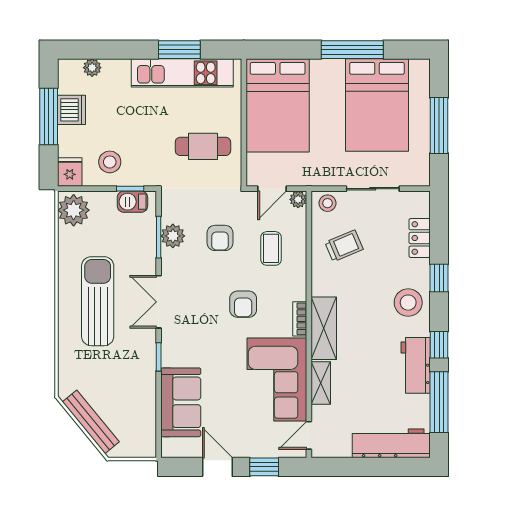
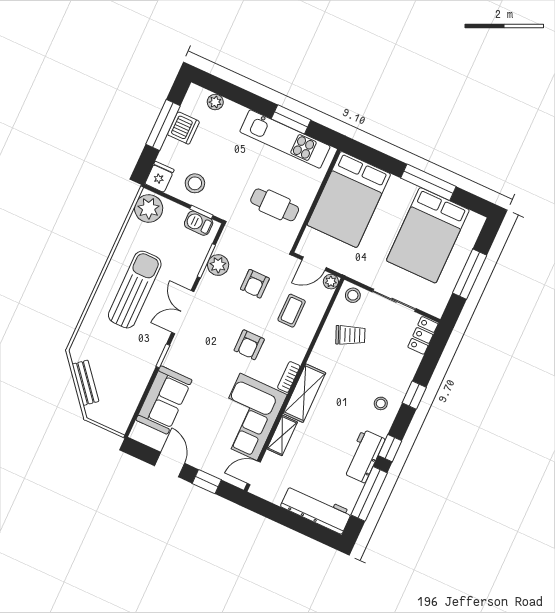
locker: (420, 238) -> (423, 335), moved
stool: (408, 303) -> (381, 403), width x0.53, depth x0.53
bench: (91, 422) -> (85, 383), width x0.73

